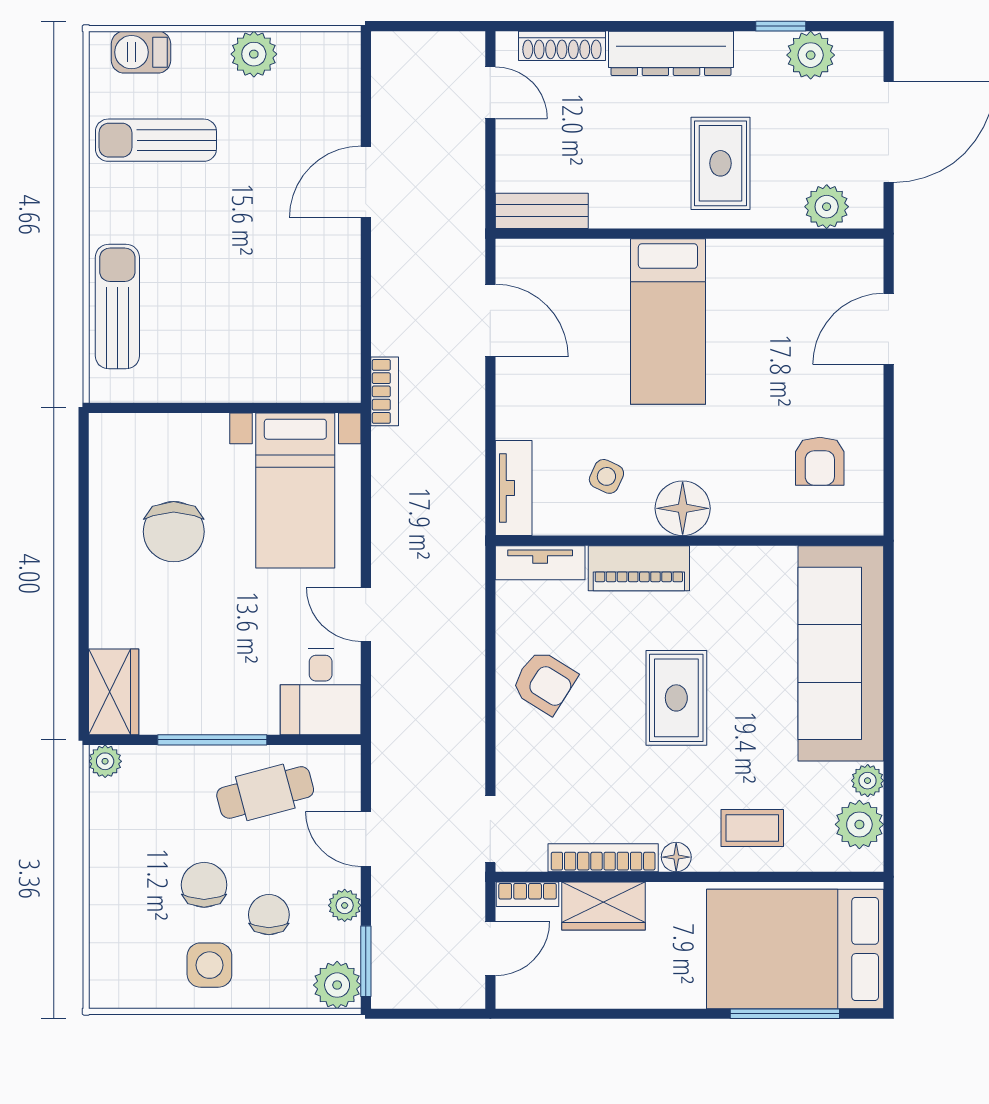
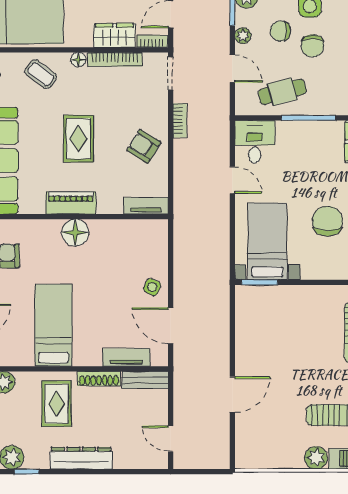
shoe rack: (562, 46) -> (99, 379), moved, turned 180
plant: (254, 54) -> (316, 458), moved
bed: (668, 322) -> (53, 325), moved
bookcase: (385, 391) -> (180, 120), moved, turned 180
window: (311, 408) -> (260, 282), added
side table: (606, 476) -> (152, 287), moved
tv unit: (514, 488) -> (126, 357), moved, turned 90
piano: (639, 568) -> (71, 203), moved
coffee table: (752, 828) -> (41, 74), turned 37
chair: (269, 915) -> (280, 31), turned 90

